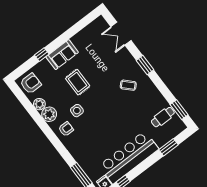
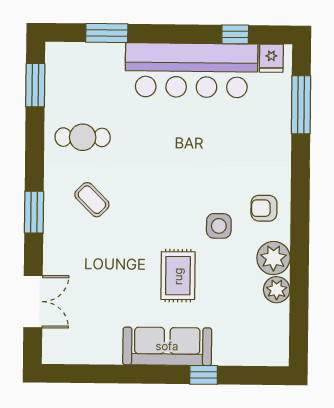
sofa: (62, 55) -> (167, 346), width x1.36
armchair: (31, 83) -> (264, 339), removed
cafe table: (163, 117) -> (83, 137), moved

